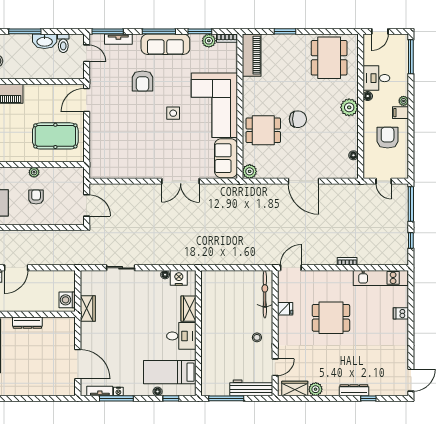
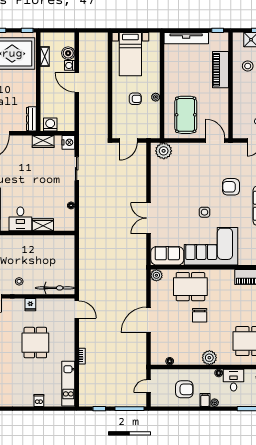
dining table: (263, 130) -> (190, 287), width x1.37
plant: (99, 163) -> (164, 151), added
nightstand: (179, 278) -> (68, 142), moved
fridge: (285, 309) -> (30, 305), moved
dresser: (27, 323) -> (31, 119), moved

